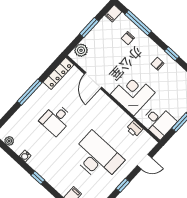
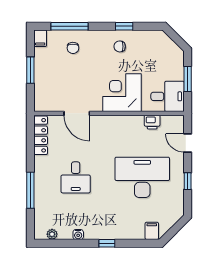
plant: (81, 50) -> (42, 97), removed
window: (30, 92) -> (30, 190), moved
door: (145, 162) -> (188, 143), swing flipped

